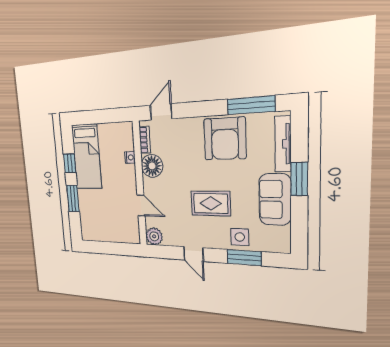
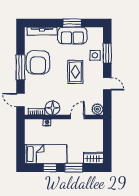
window: (251, 105) -> (20, 67), moved
armchair: (225, 139) -> (38, 62), turned 90
window: (299, 179) -> (72, 23), moved
wardrobe: (88, 227) -> (93, 158), added
door: (194, 254) -> (107, 84), hinge flipped

